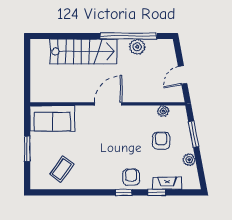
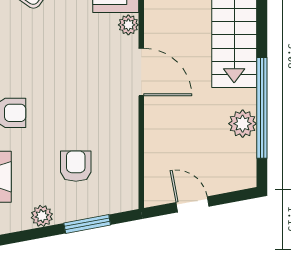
plant: (163, 111) -> (128, 25), moved
armchair: (161, 141) -> (76, 166), turned -90

